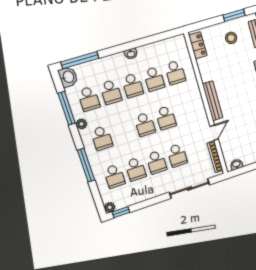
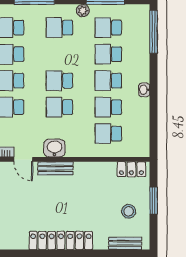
window: (234, 15) -> (154, 201), moved
washbasin: (68, 77) -> (54, 148), moved, turned 180
bench: (213, 101) -> (55, 168), width x0.73

